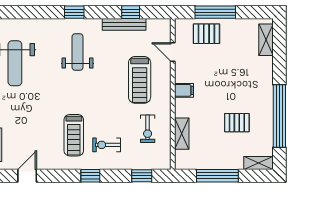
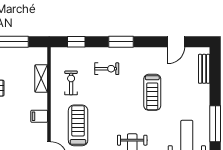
treadmill: (74, 135) -> (152, 92), moved, turned 180
window: (90, 176) -> (121, 42), width x1.50

